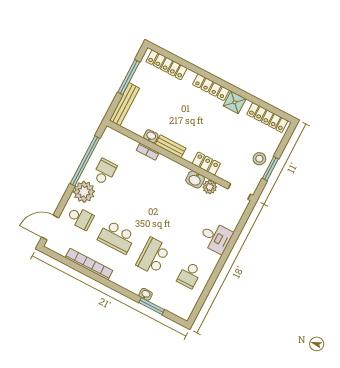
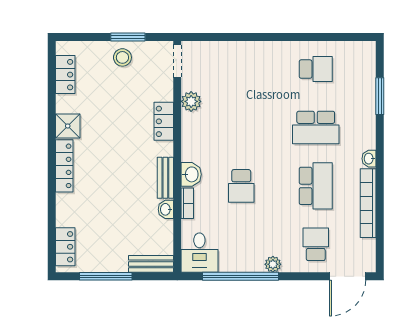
locker: (167, 65) -> (65, 247), width x0.66
bench: (124, 104) -> (151, 264), width x0.73
locker: (267, 118) -> (65, 75), width x0.66
school desk: (105, 172) -> (241, 186), moved, turned -90
washbasin: (195, 179) -> (191, 174), moved
plant: (84, 192) -> (273, 264), width x0.53, depth x0.53
door: (50, 227) -> (348, 276), hinge flipped
desk: (216, 237) -> (199, 253), moved, turned 180
washbasin: (146, 294) -> (369, 159), moved

